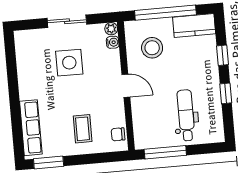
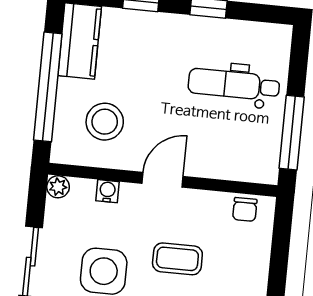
water cooler: (113, 42) -> (107, 191), moved
coffee table: (83, 129) -> (177, 259), moved

